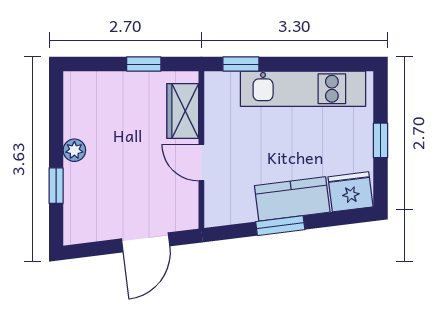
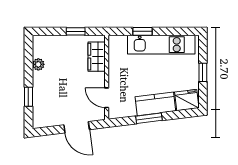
window: (241, 64) -> (143, 31), moved
plant: (74, 150) -> (38, 64), moved
door: (201, 163) -> (107, 98), moved
door: (146, 242) -> (77, 127), hinge flipped

